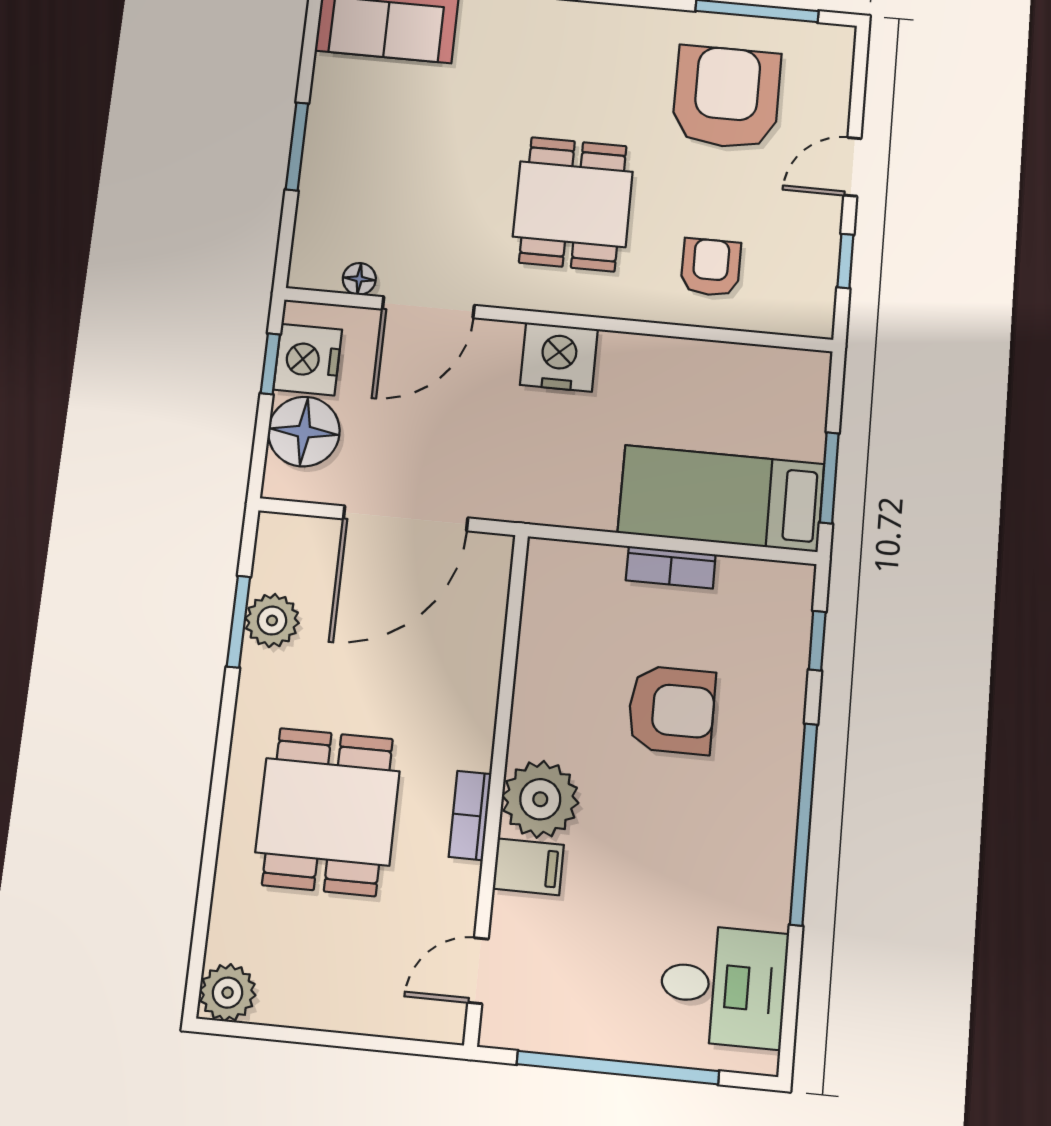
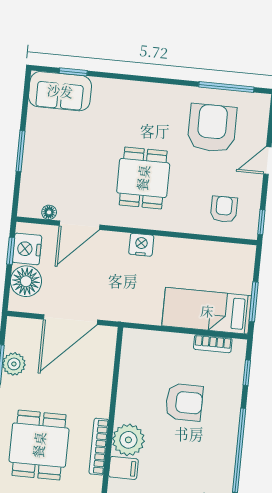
window: (845, 261) -> (261, 222), moved
armchair: (711, 267) -> (224, 209), moved
nightstand: (559, 357) -> (141, 245), width x0.74, depth x0.75
bookcase: (671, 567) -> (213, 344), moved
bookcase: (470, 815) -> (99, 447), width x1.56

